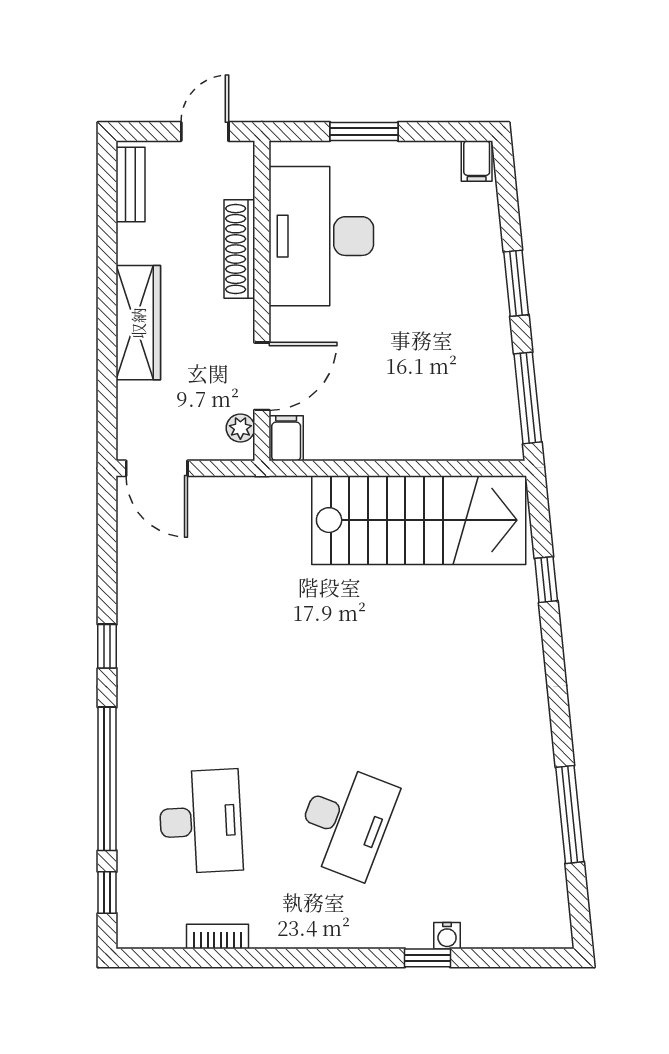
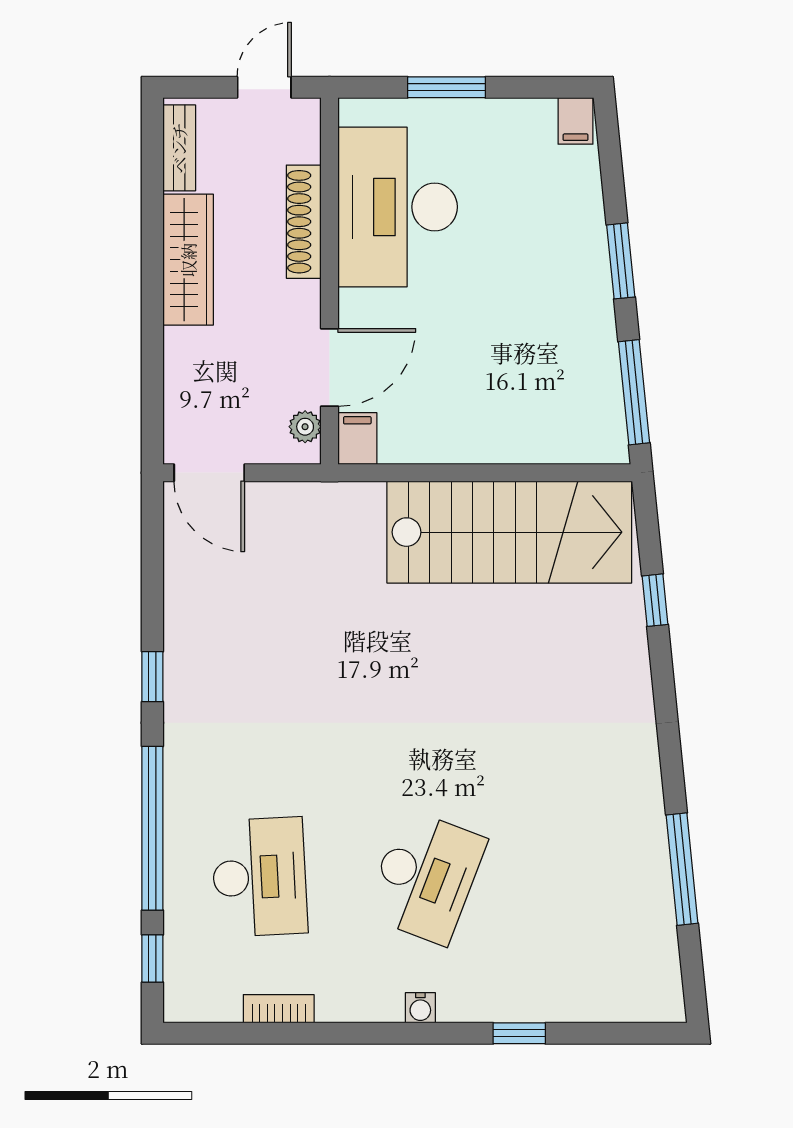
wardrobe: (138, 323) -> (188, 260), moved
water cooler: (447, 936) -> (420, 1008), moved

